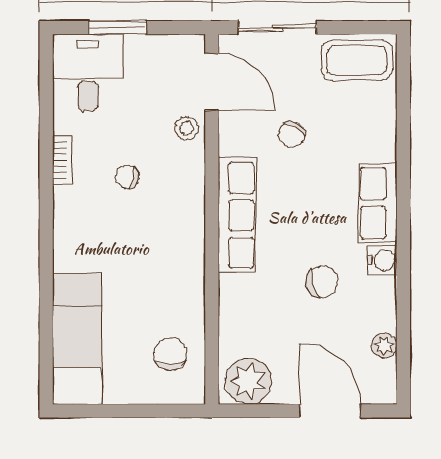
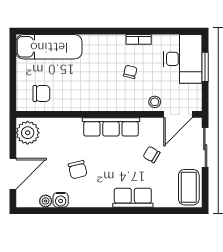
desk: (88, 72) -> (183, 59), width x1.37
row of seats: (378, 203) -> (133, 198), moved
water cooler: (382, 260) -> (61, 200), moved

